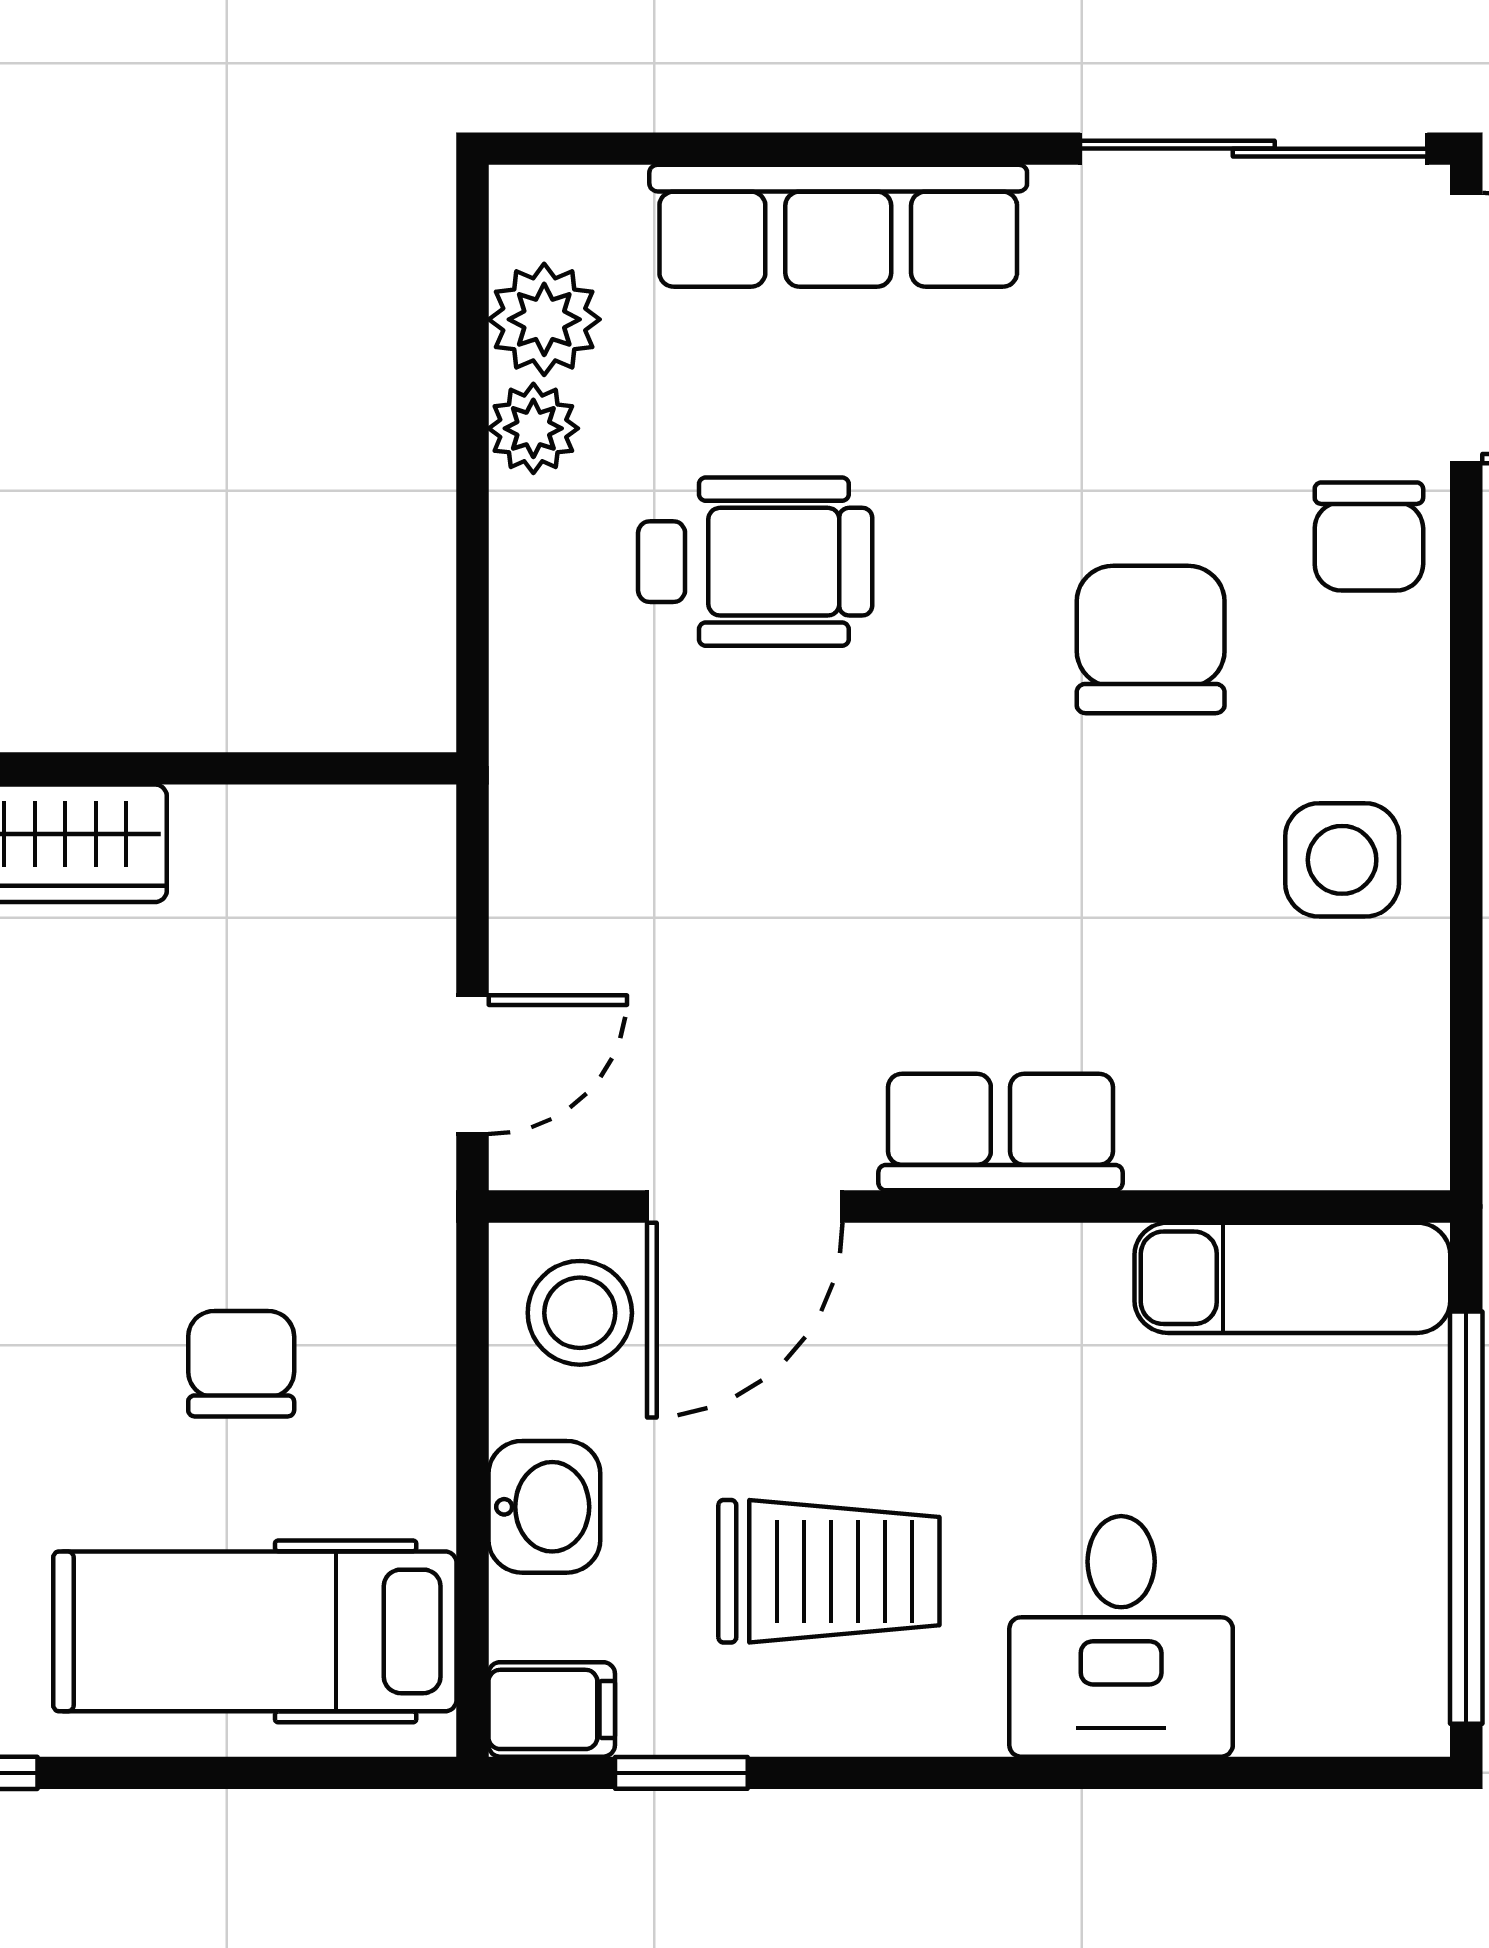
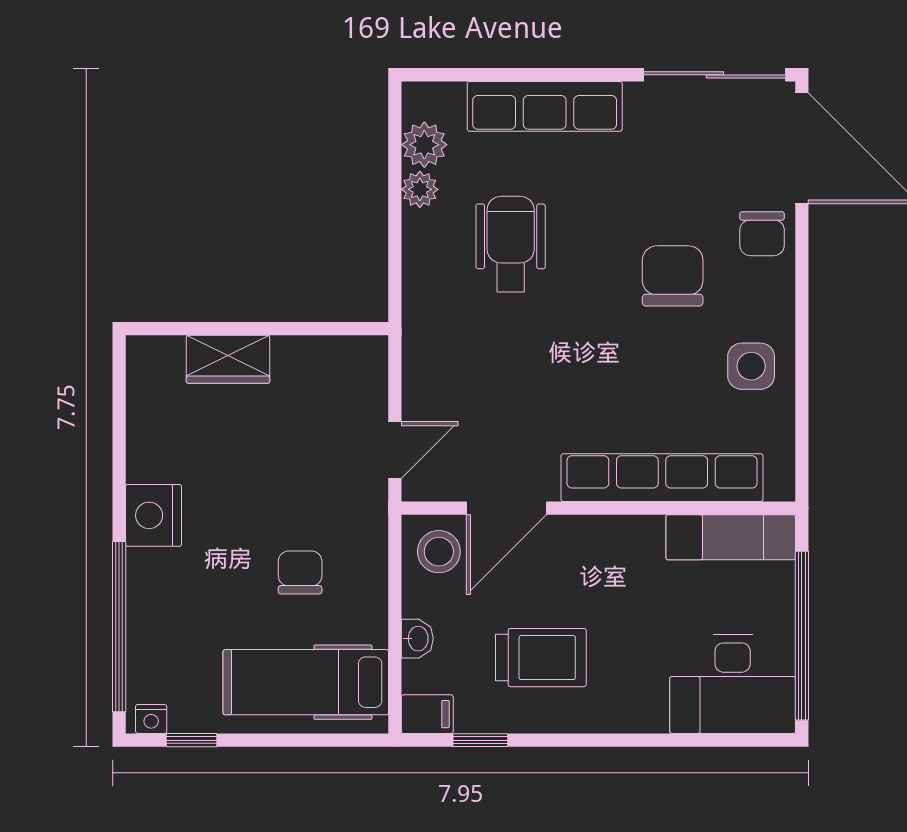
wheelchair: (755, 562) -> (511, 244), turned -90
row of seats: (1000, 1132) -> (662, 478), width x2.02
washbasin: (544, 1507) -> (417, 639), width x0.72, depth x0.69
desk: (1121, 1636) -> (733, 684), moved, width x1.37

